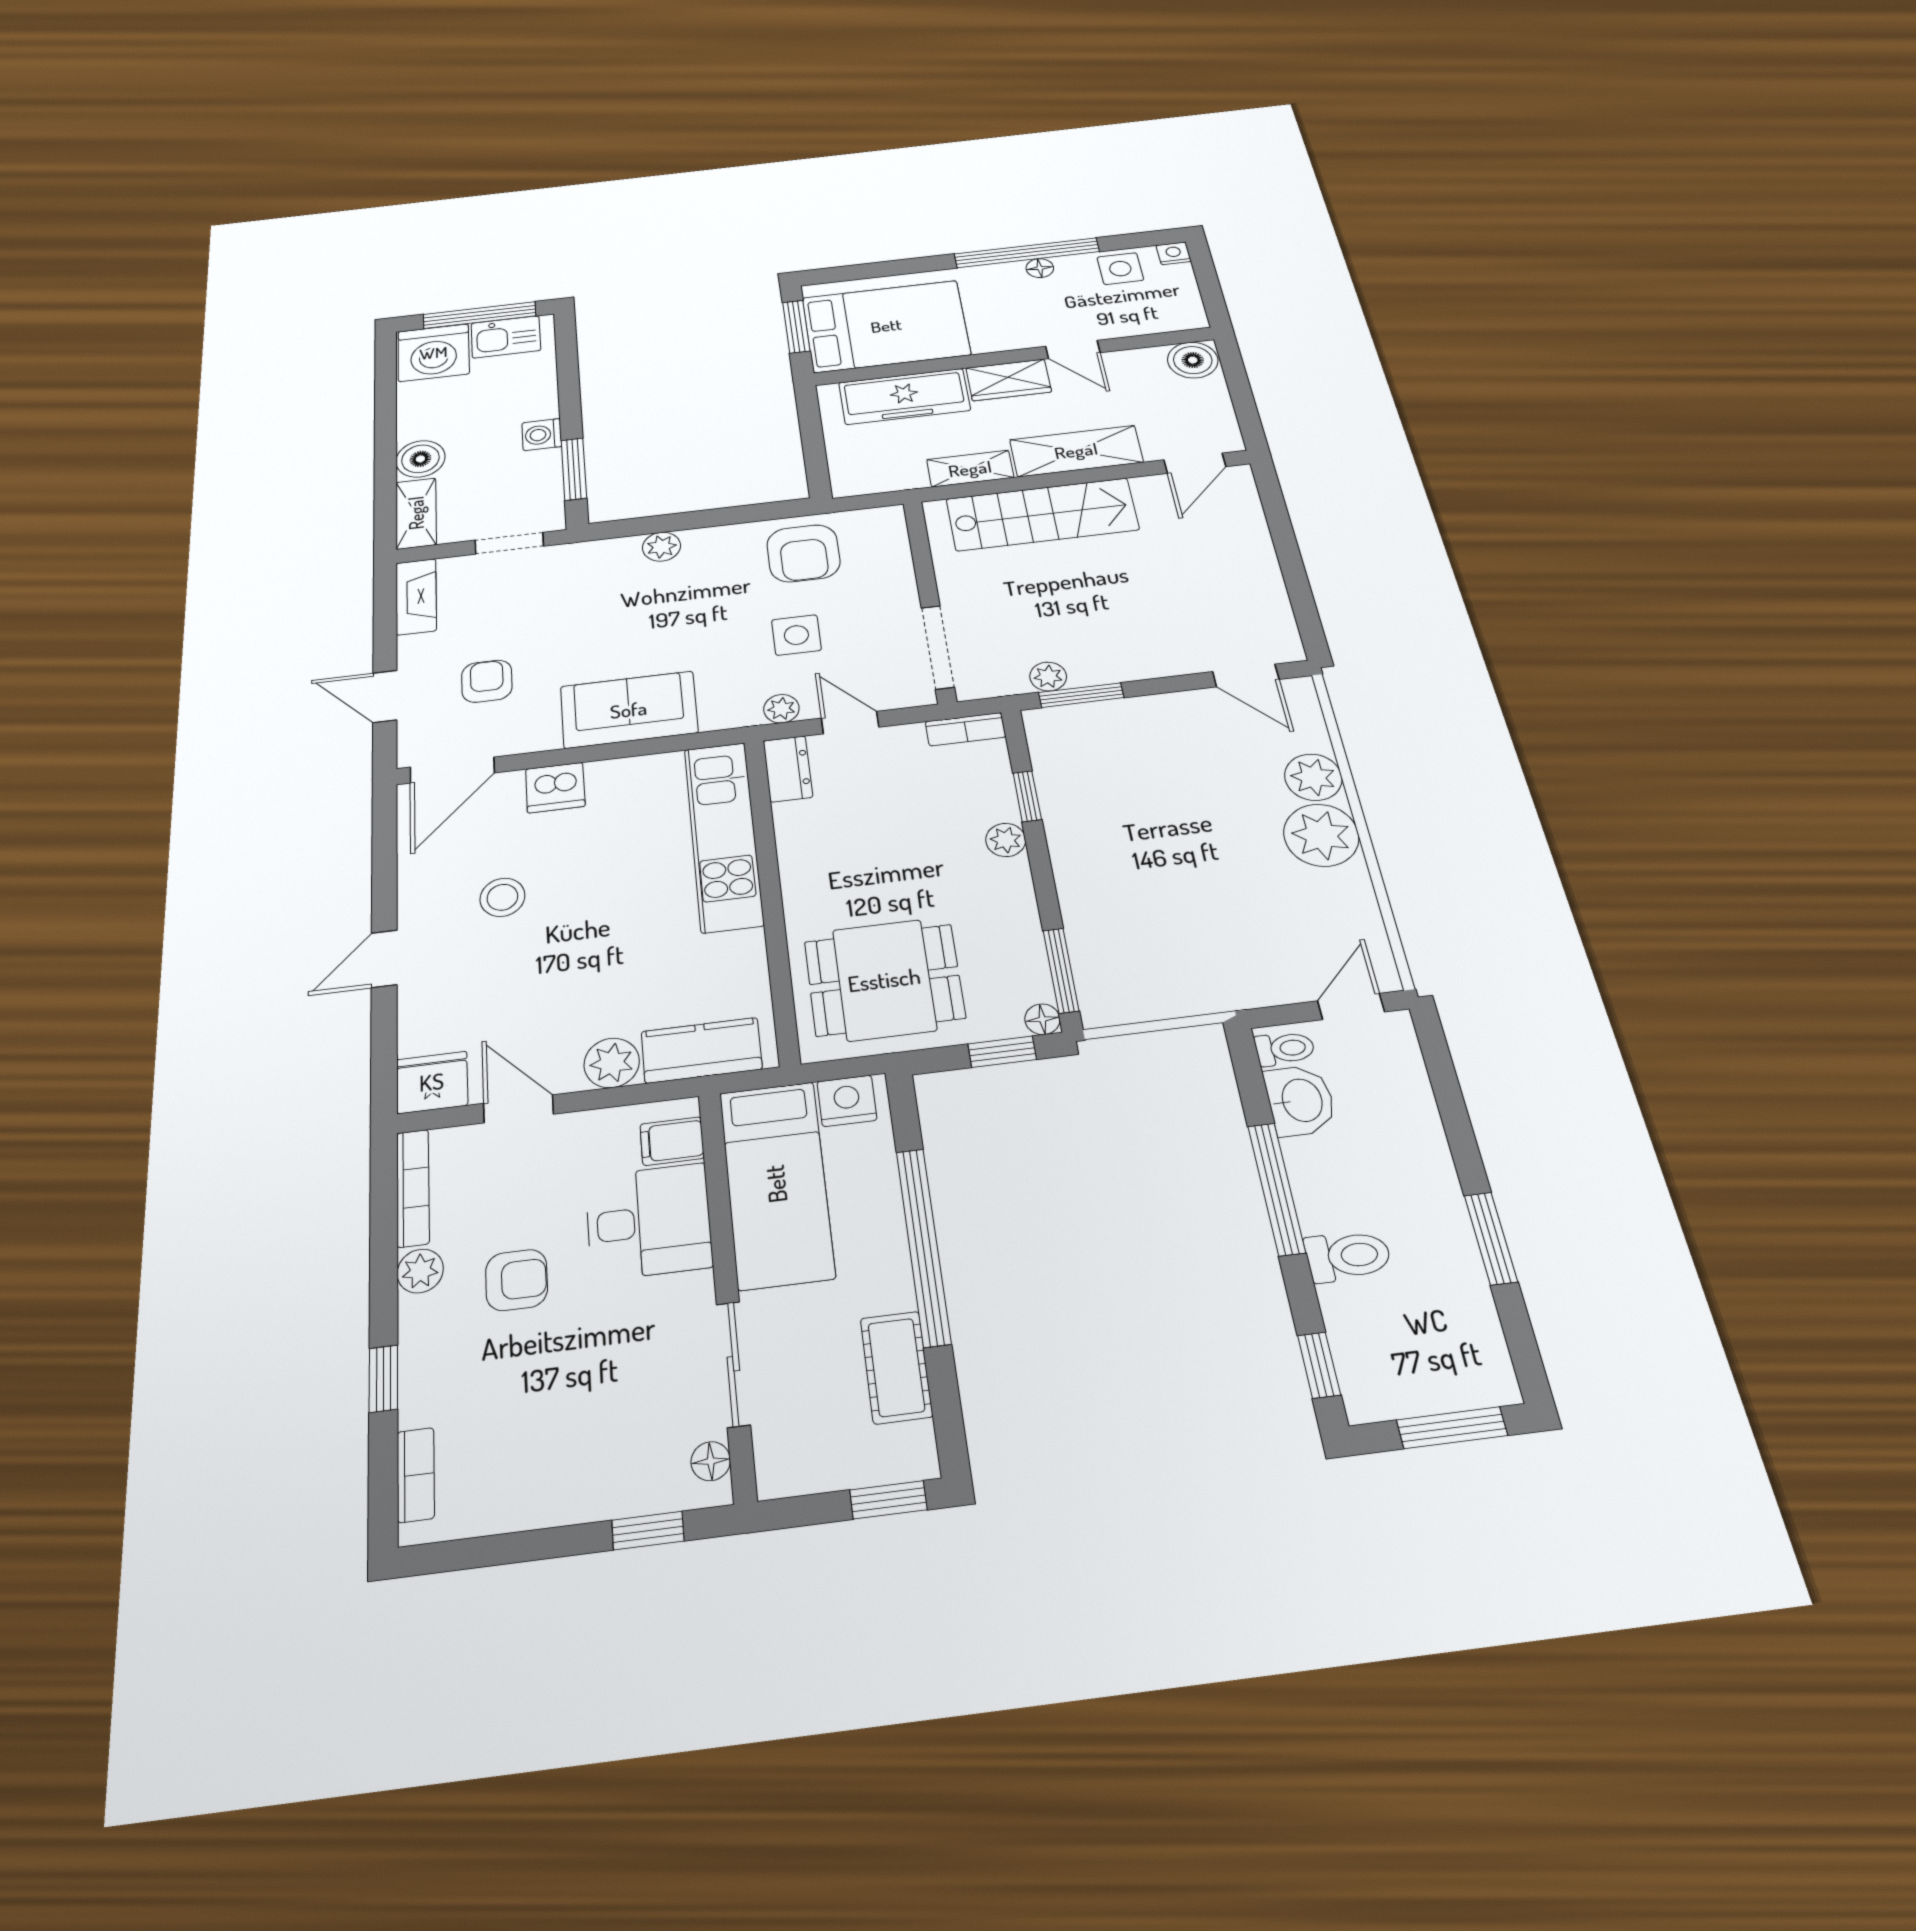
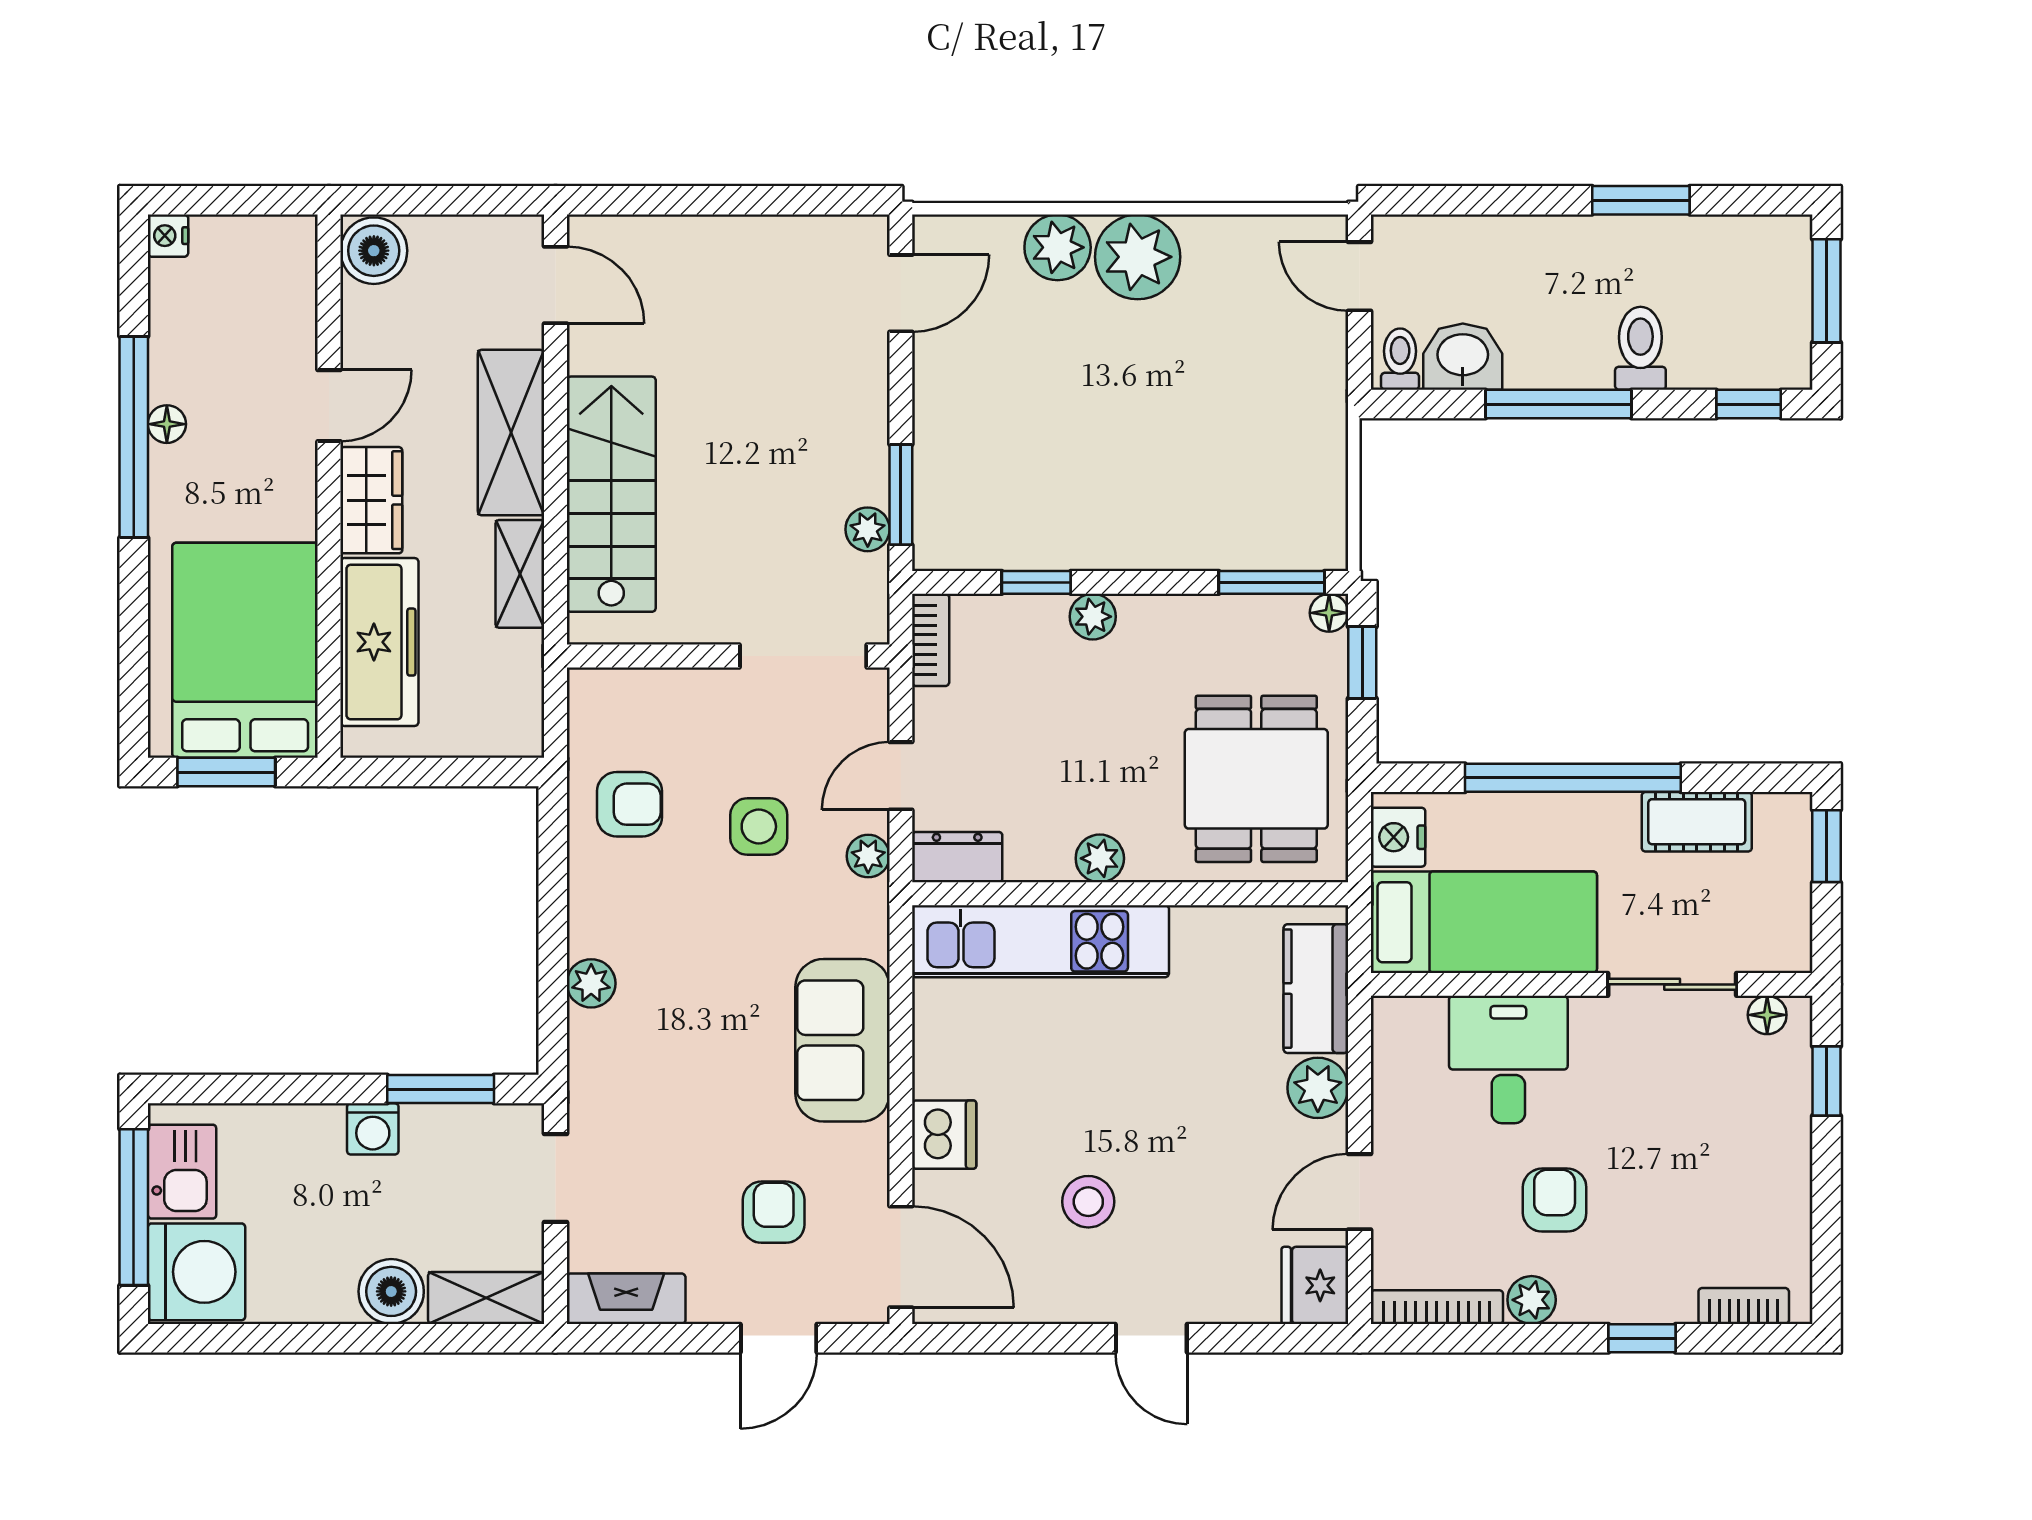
side table: (1120, 269) -> (186, 314), removed
armchair: (803, 553) -> (630, 804), width x0.72, depth x0.72
armchair: (487, 681) -> (774, 1212), turned 90
plant: (799, 870) -> (1100, 858), added
filing cabinet: (672, 1141) -> (1420, 1029), removed

